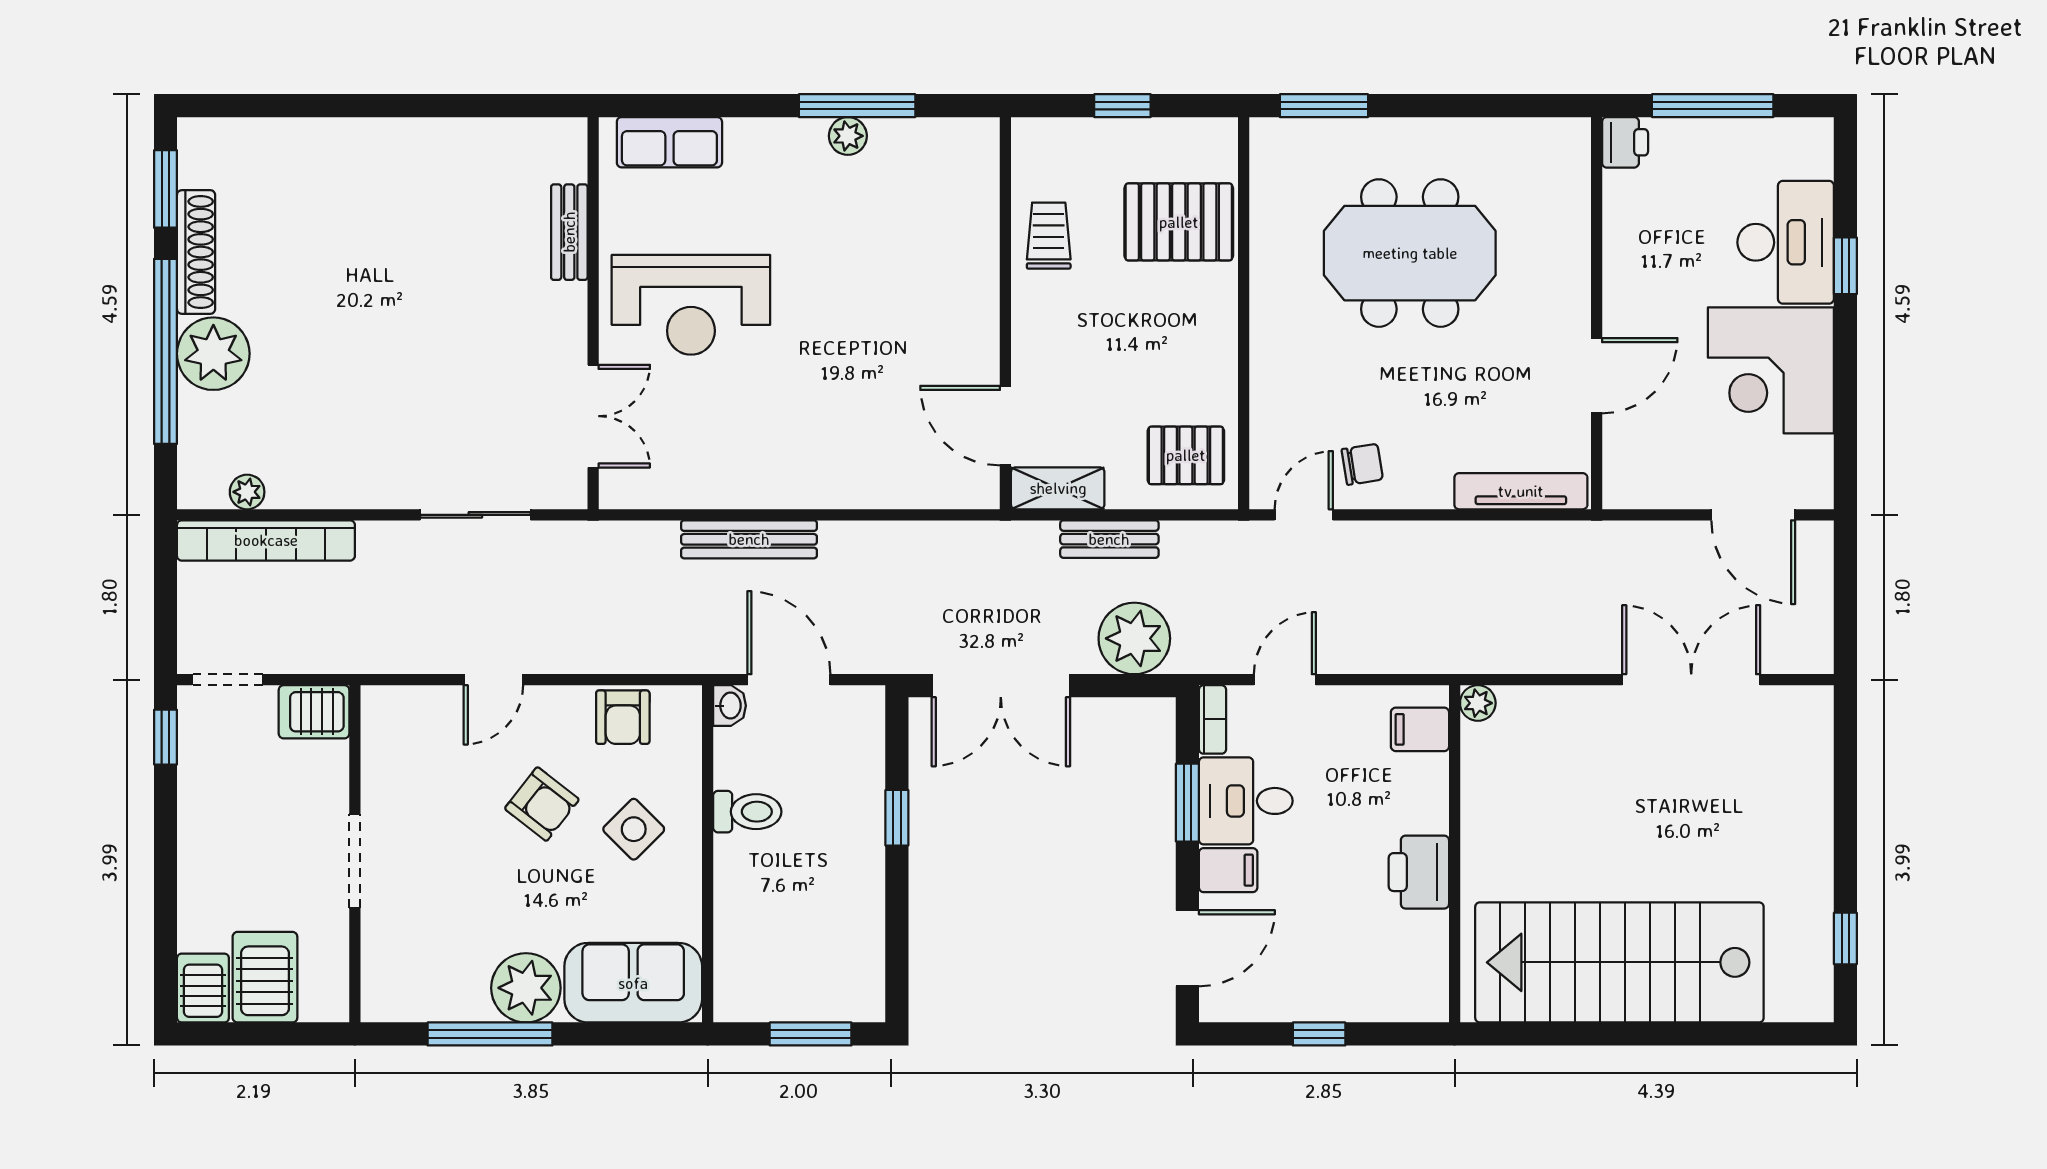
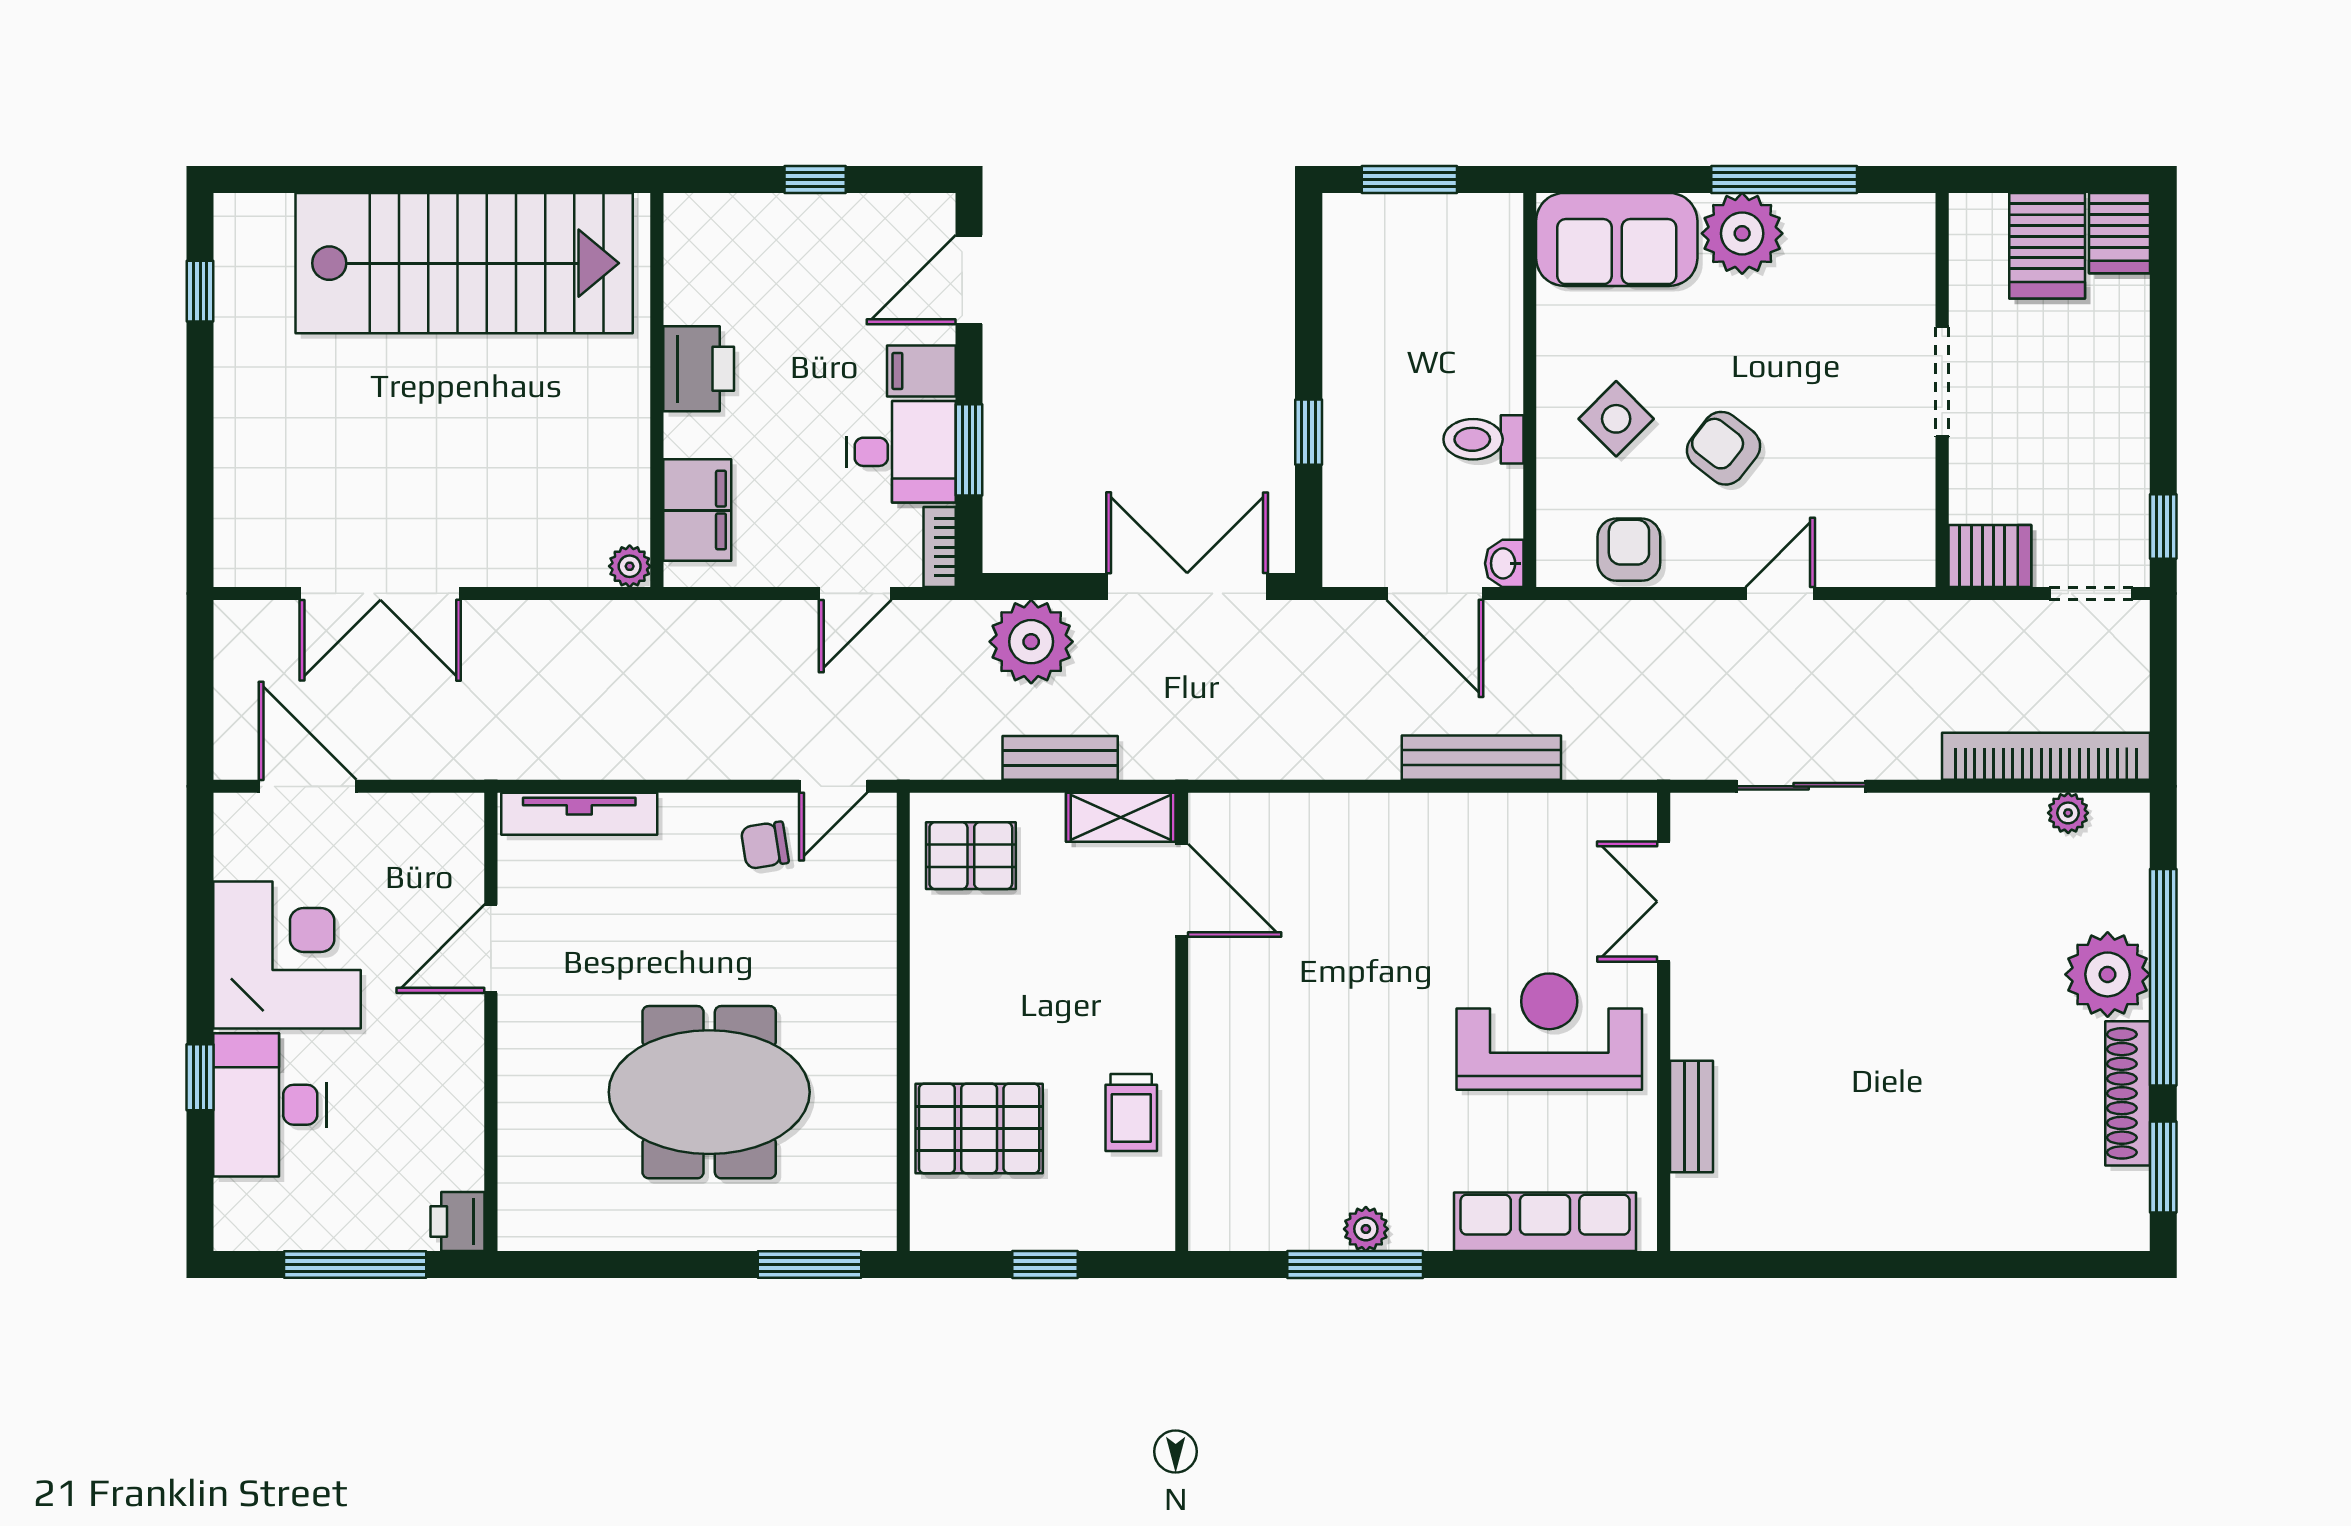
row of seats: (669, 142) -> (1545, 1222), width x1.48
filing cabinet: (1420, 729) -> (697, 510), width x2.00

